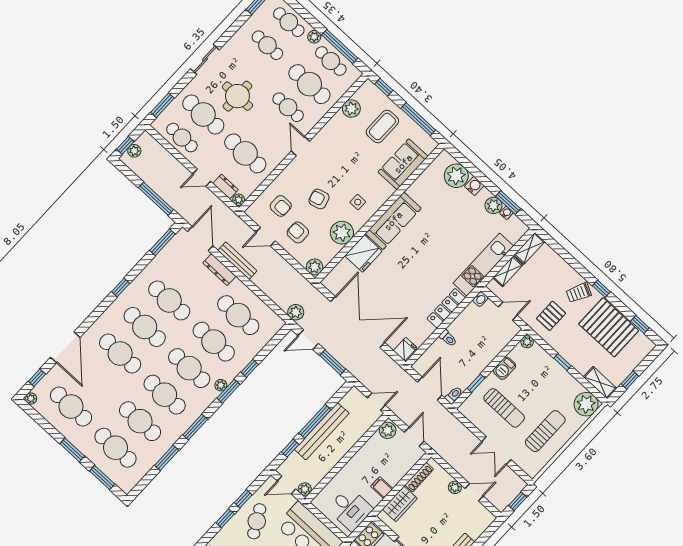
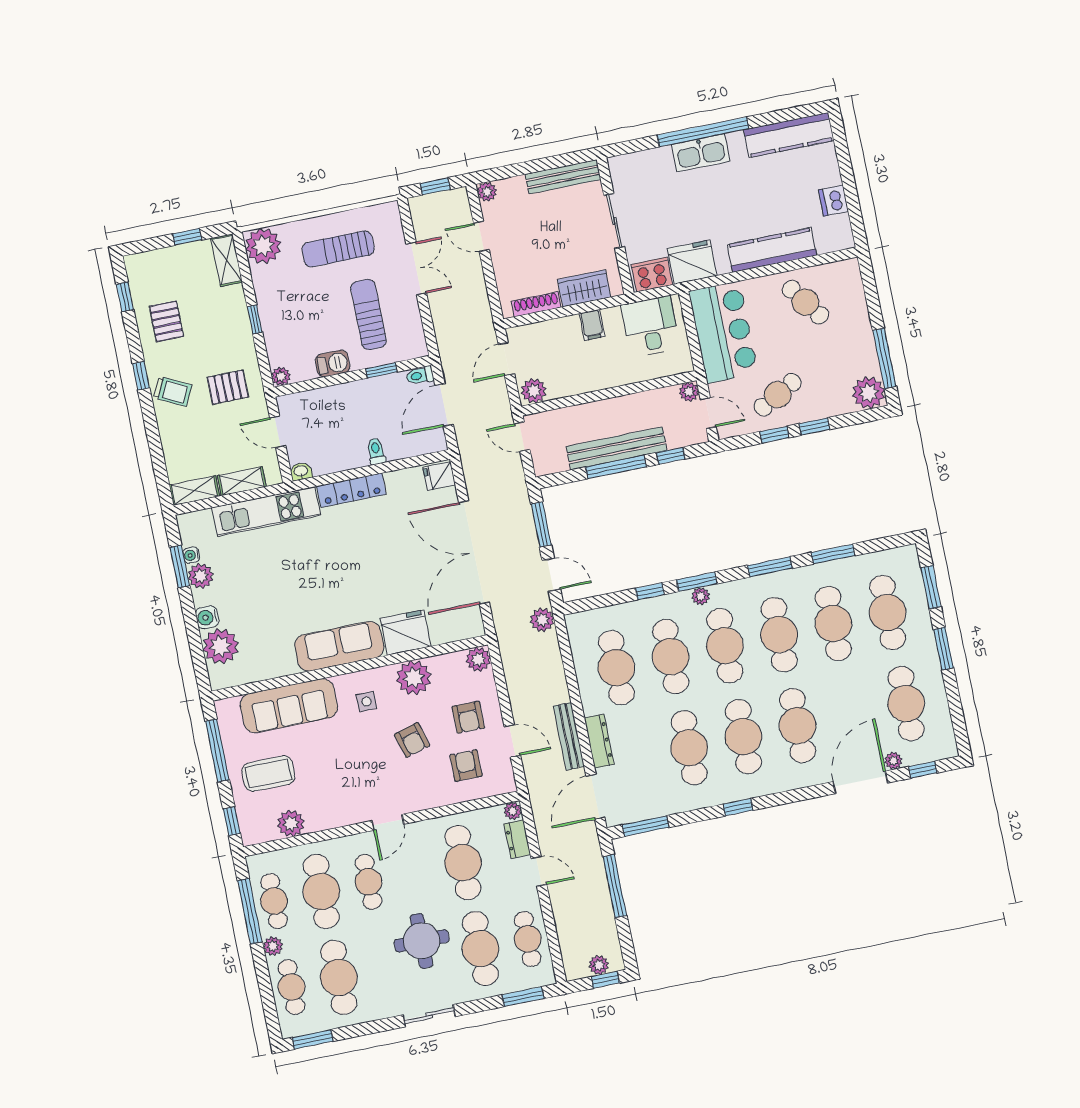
cafe table: (267, 45) -> (339, 977), width x1.37, depth x1.35
sofa: (403, 164) -> (289, 706), width x1.36
pallet: (609, 327) -> (166, 321), width x0.49, depth x0.50
plant: (31, 399) -> (893, 761), moved
plant: (455, 487) -> (487, 192), moved

